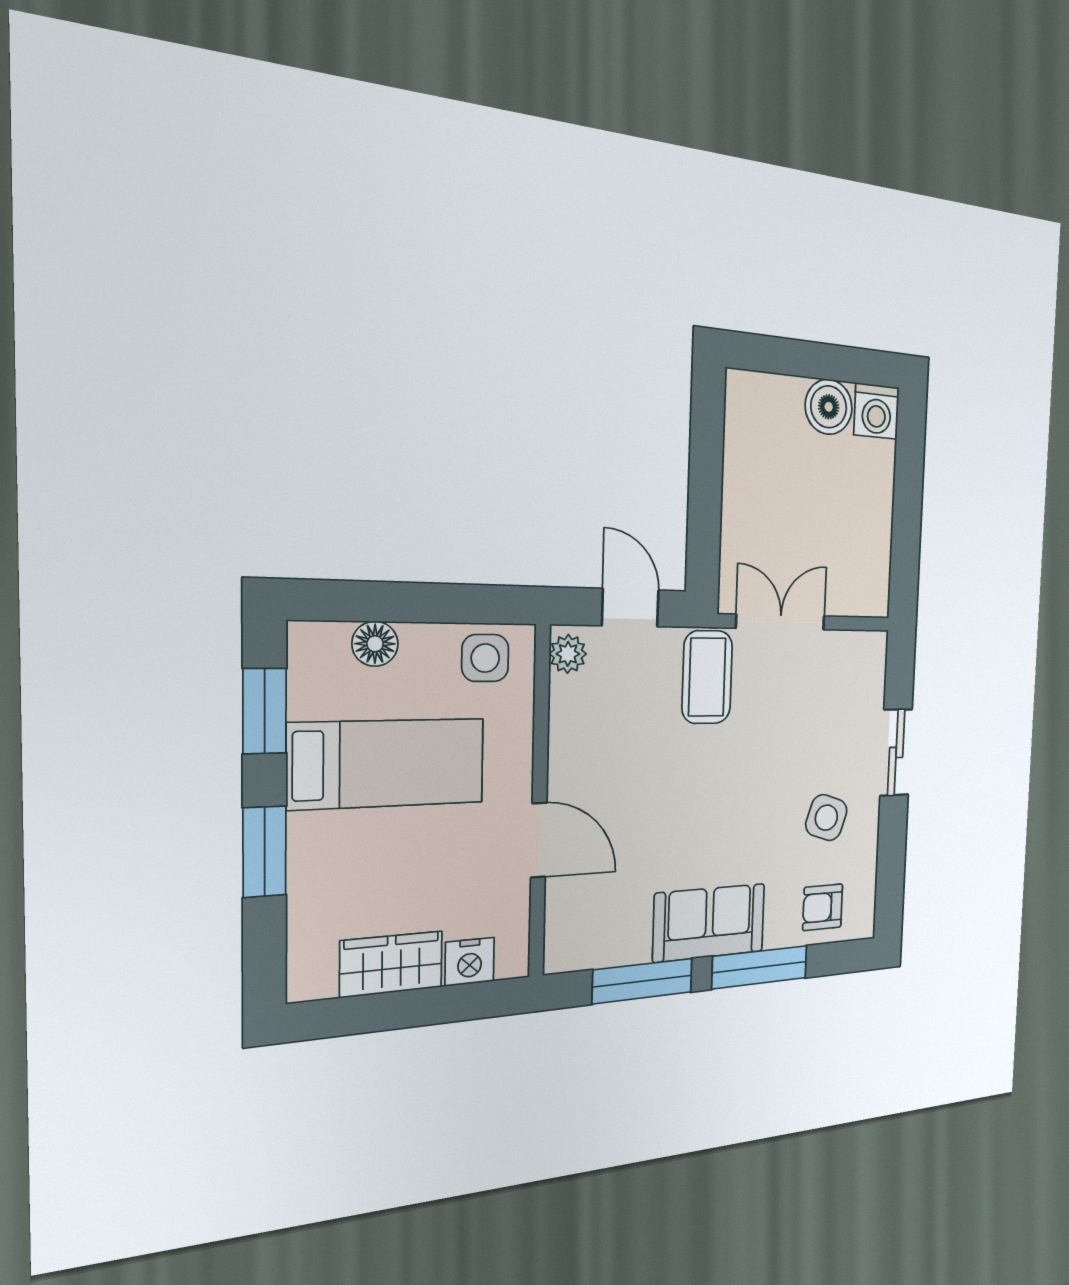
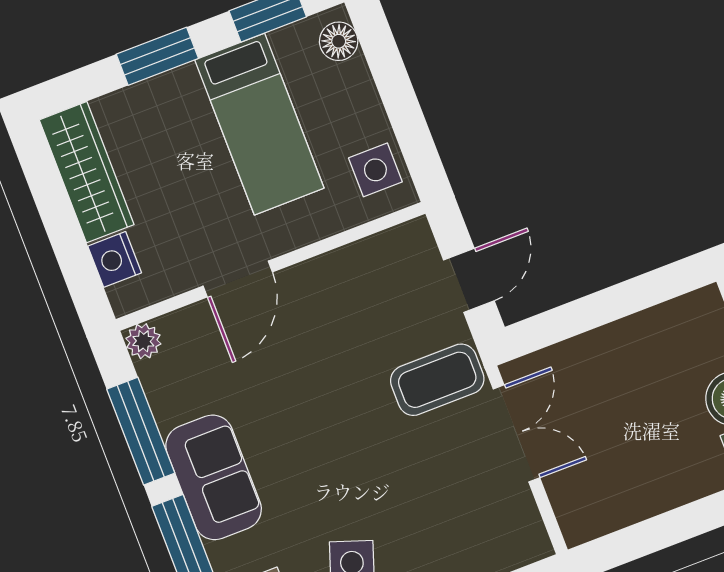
floor lamp: (375, 644) -> (339, 41), moved
plant: (568, 654) -> (143, 341), moved
wardrobe: (391, 964) -> (87, 172), width x1.50

